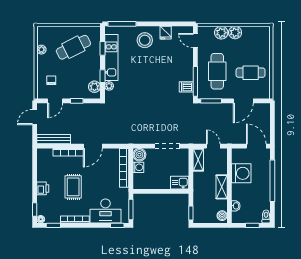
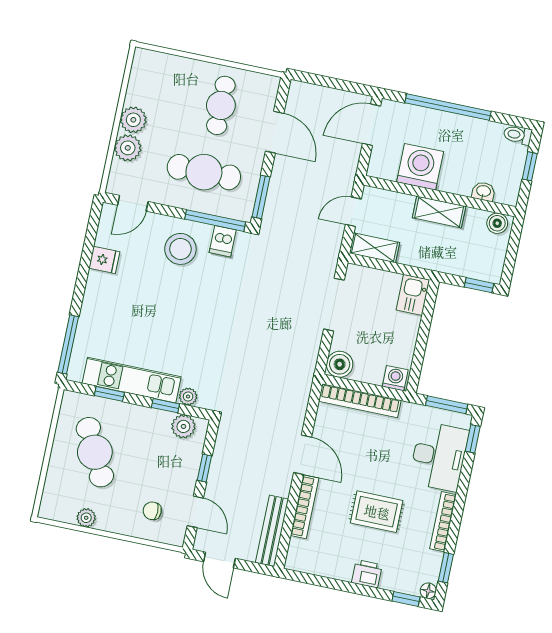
stool: (145, 40) -> (180, 249), moved
washing machine: (138, 167) -> (395, 378), moved

